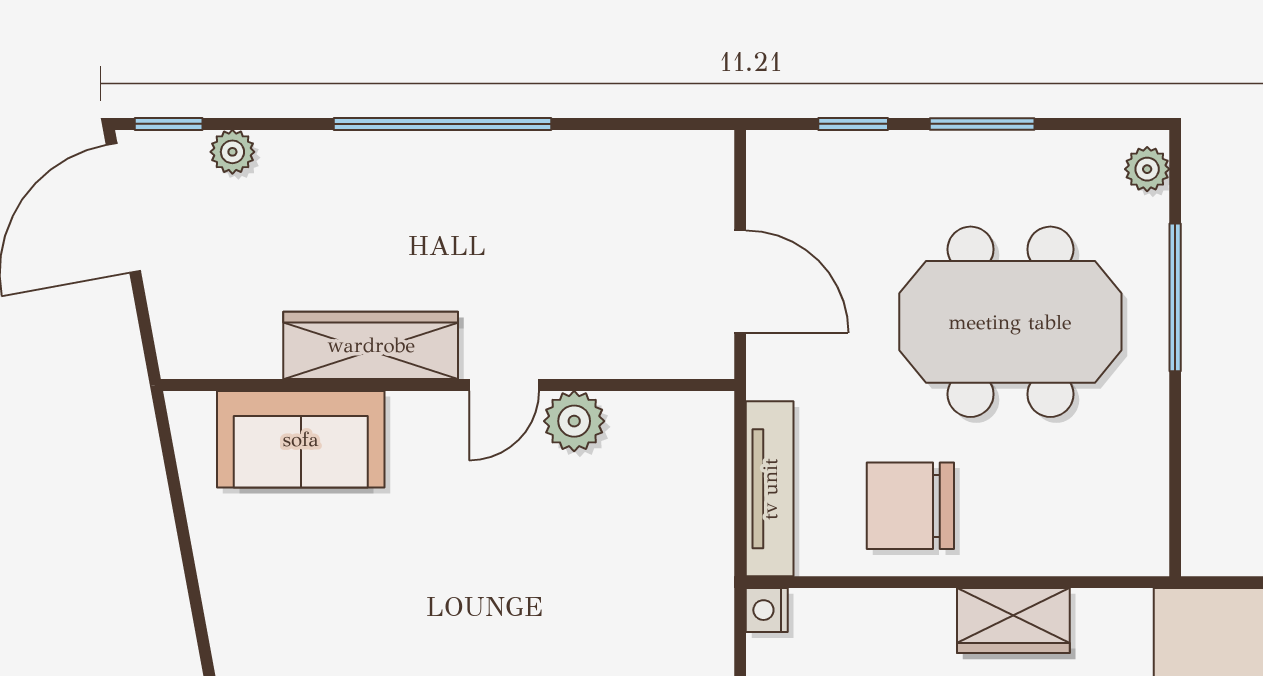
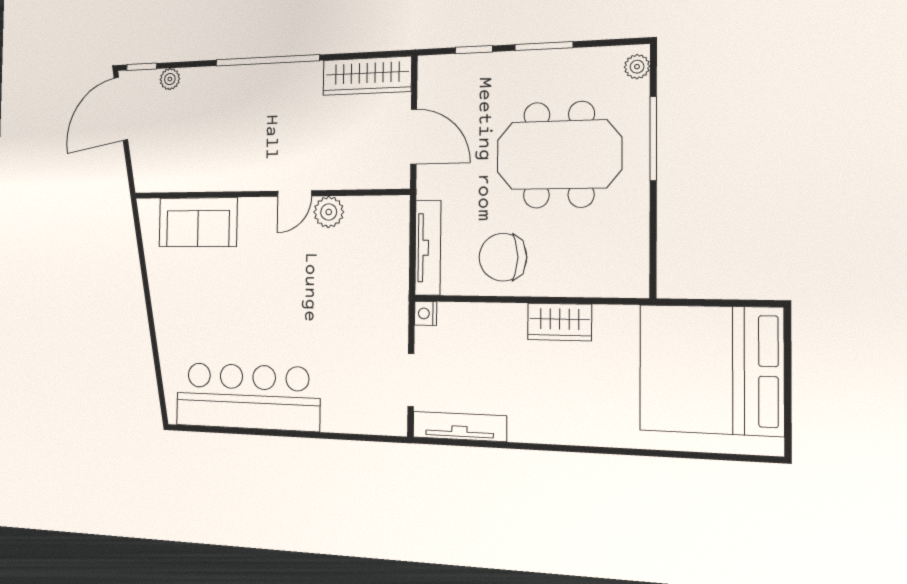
wardrobe: (371, 345) -> (367, 76), moved, turned 180

